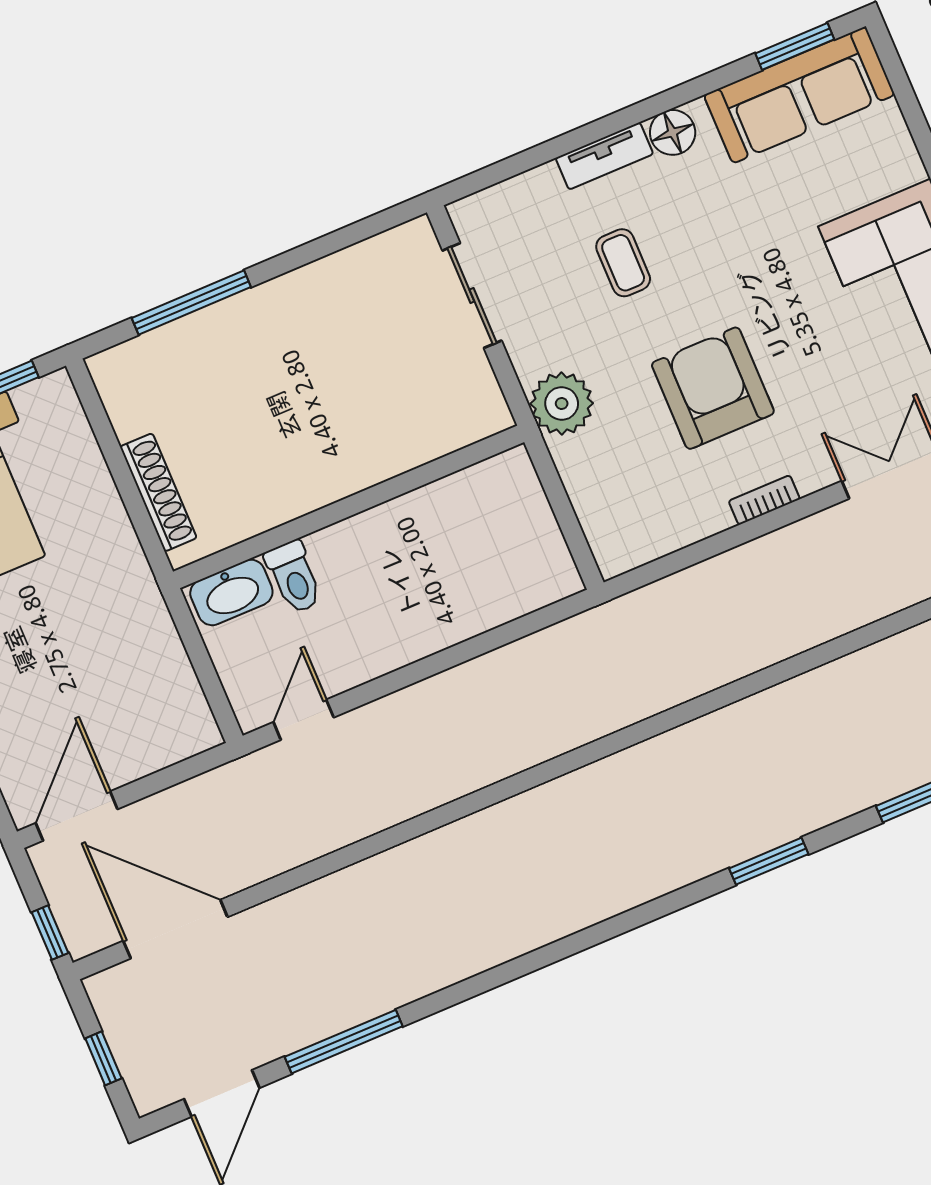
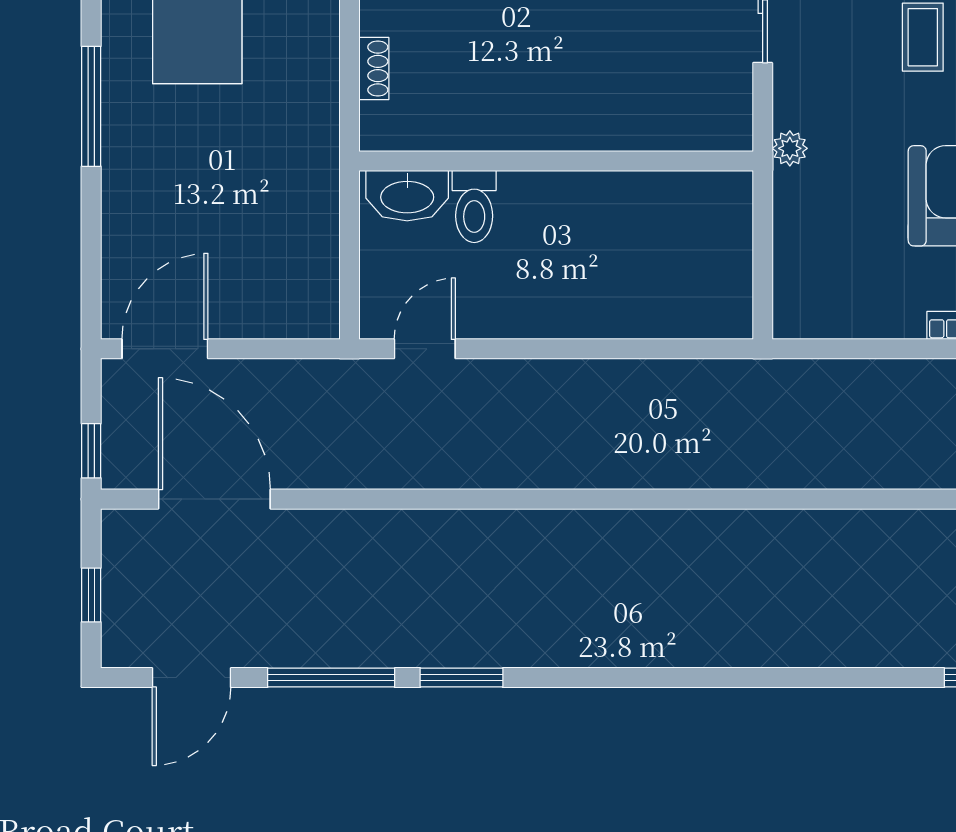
plant: (562, 403) -> (790, 148), width x0.53, depth x0.53
shoe rack: (158, 492) -> (374, 68), width x0.51, depth x0.81
window: (769, 861) -> (461, 678), moved

